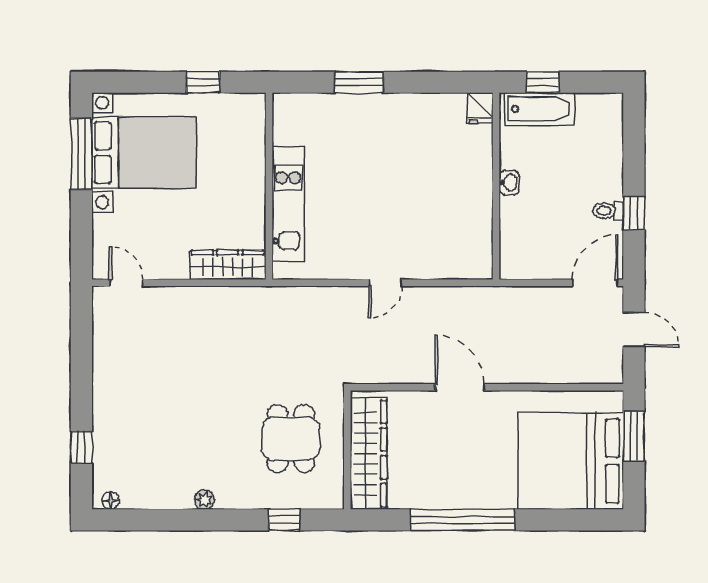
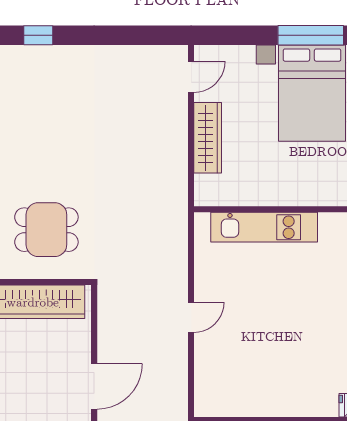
wardrobe: (228, 265) -> (208, 138), moved
door: (385, 283) -> (191, 317), swing flipped

